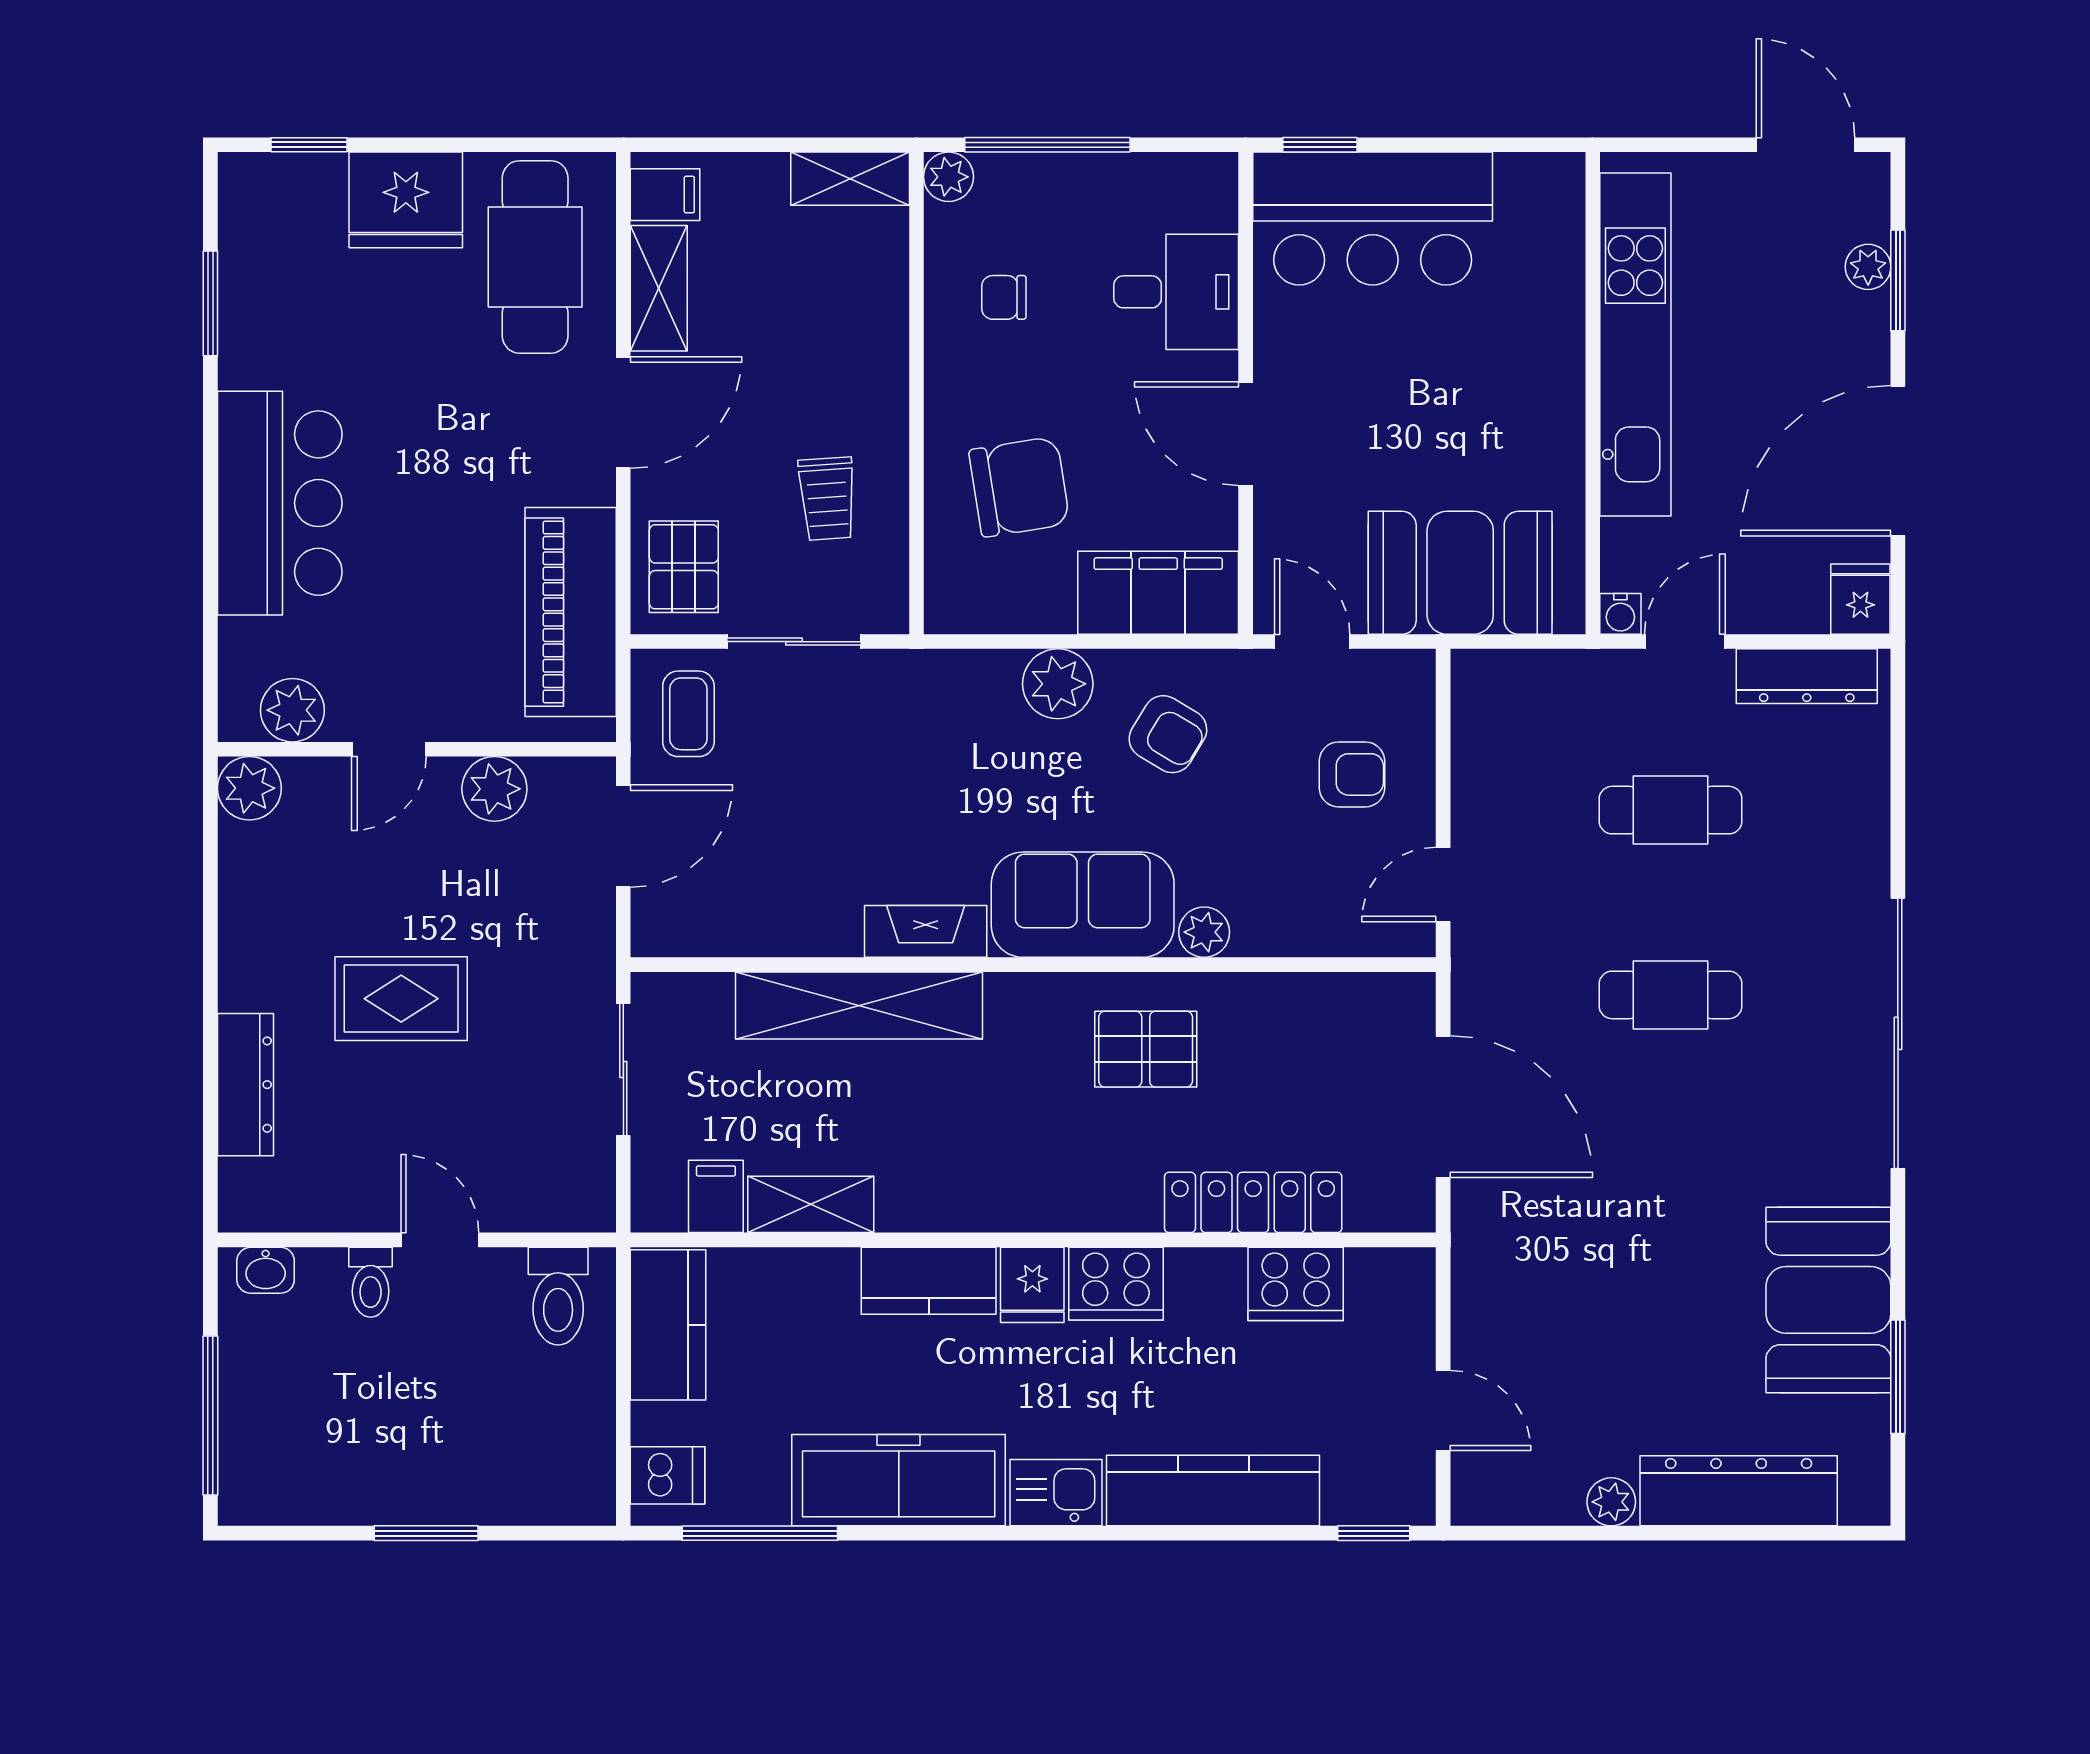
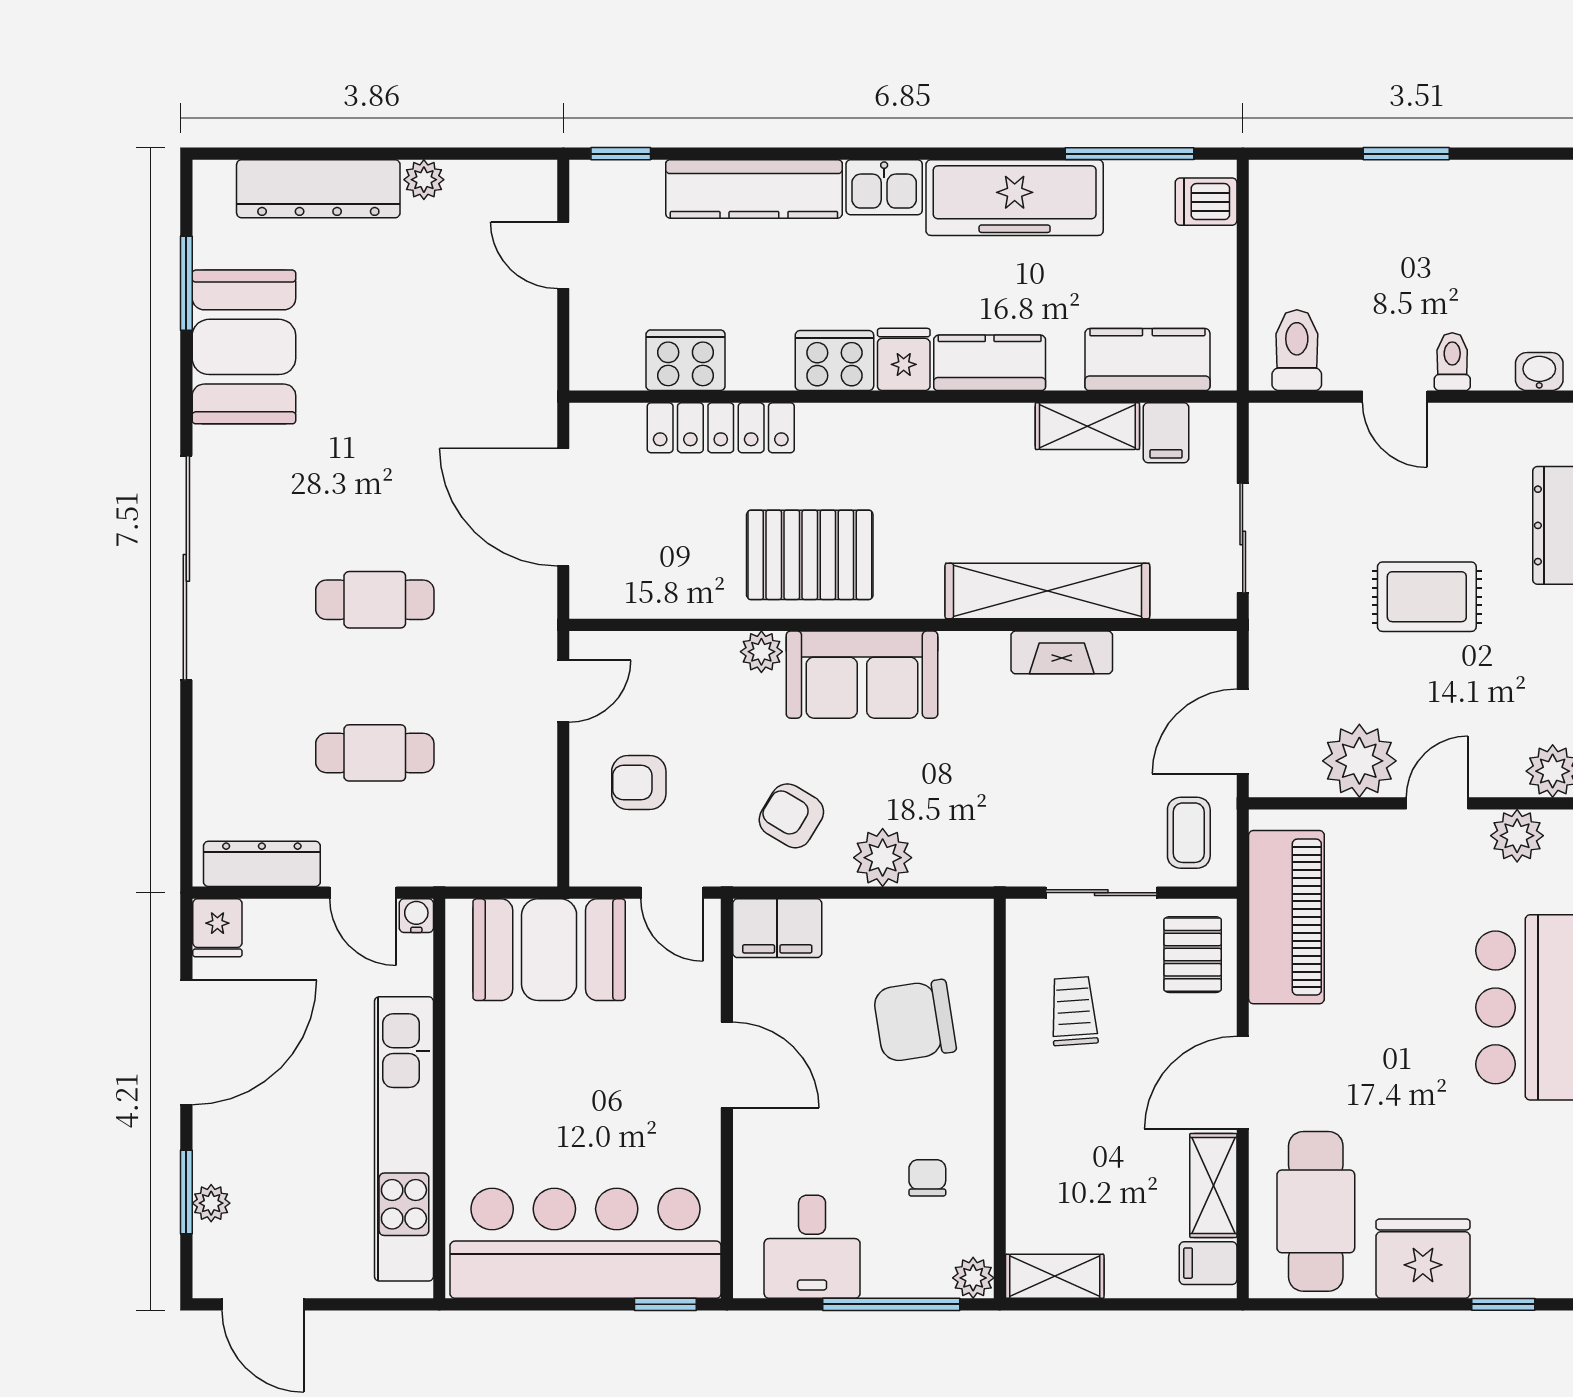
bar counter: (1373, 219) -> (586, 1243), width x1.36
desk: (1176, 292) -> (812, 1247), moved, turned -90
chair: (1004, 297) -> (927, 1178), turned -90
filing cabinet: (1158, 593) -> (777, 928), width x0.67, depth x0.86
door: (1685, 642) -> (363, 893), hinge flipped
plant: (494, 789) -> (1359, 761), width x1.36, depth x1.36
fireplace: (926, 931) -> (1062, 652), moved
pallet: (1146, 1049) -> (810, 555), width x1.50, depth x1.42
kitchen counter: (668, 1325) -> (1147, 360), moved, turned 90

